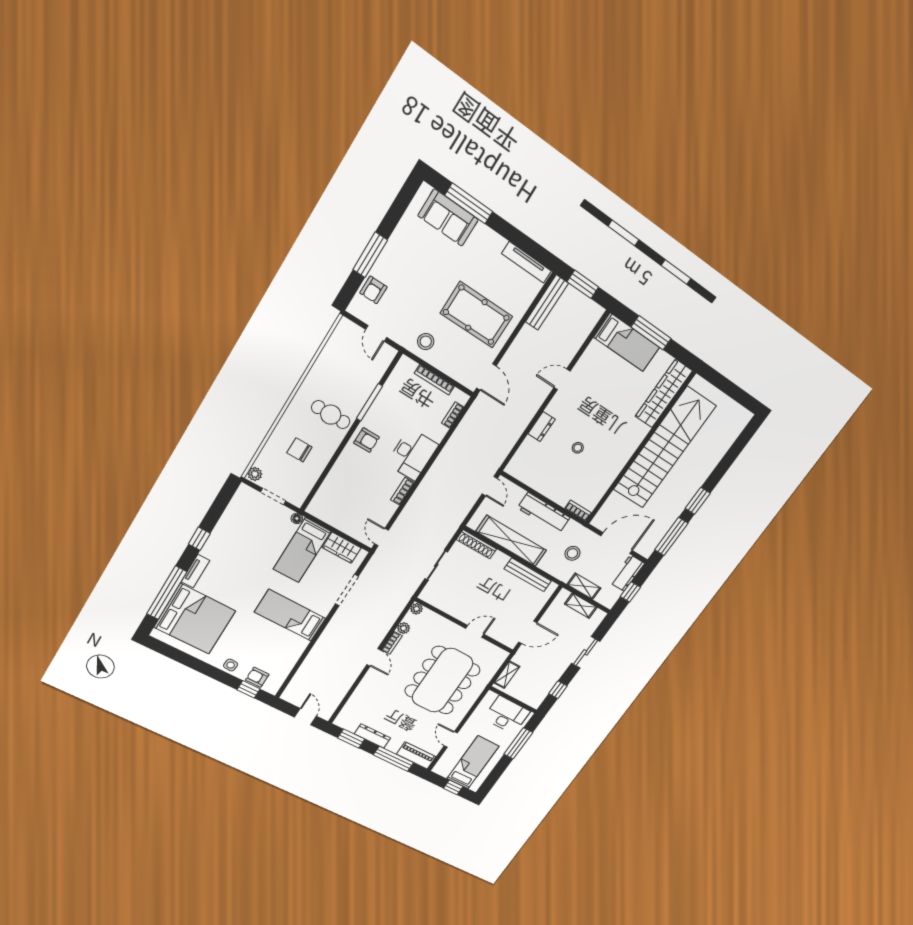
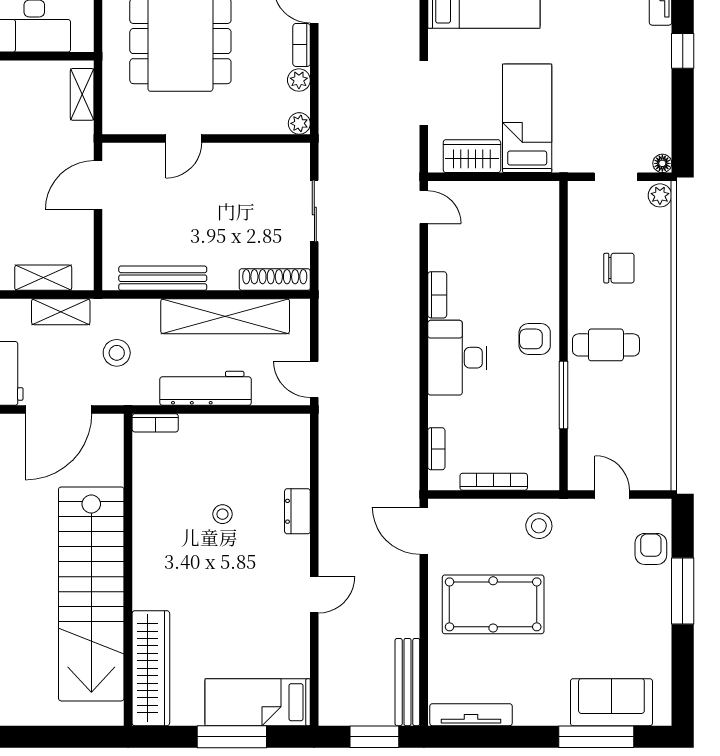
floor lamp: (297, 518) -> (662, 163), moved

